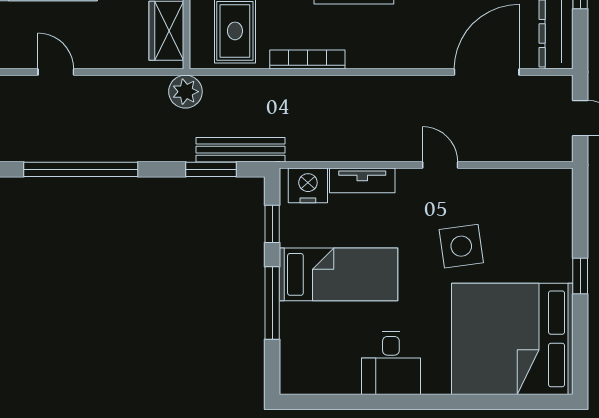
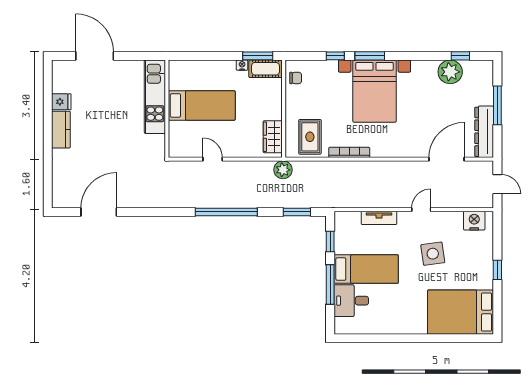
bench: (240, 150) -> (313, 201), removed
door: (440, 165) -> (421, 210), hinge flipped
nightstand: (308, 185) -> (474, 221), moved
bed: (512, 339) -> (460, 312), width x0.73
desk: (391, 363) -> (351, 301), moved, turned 90

